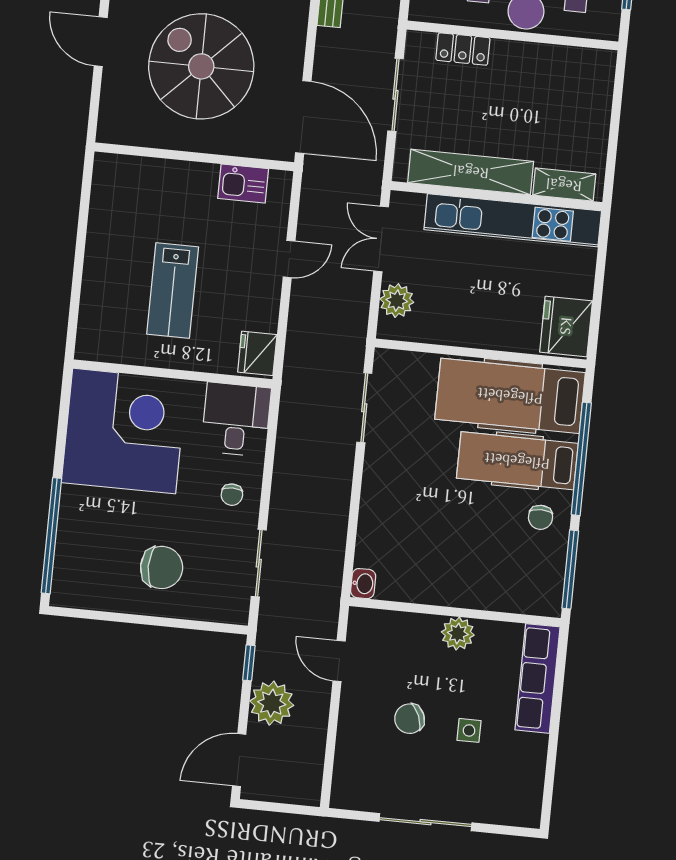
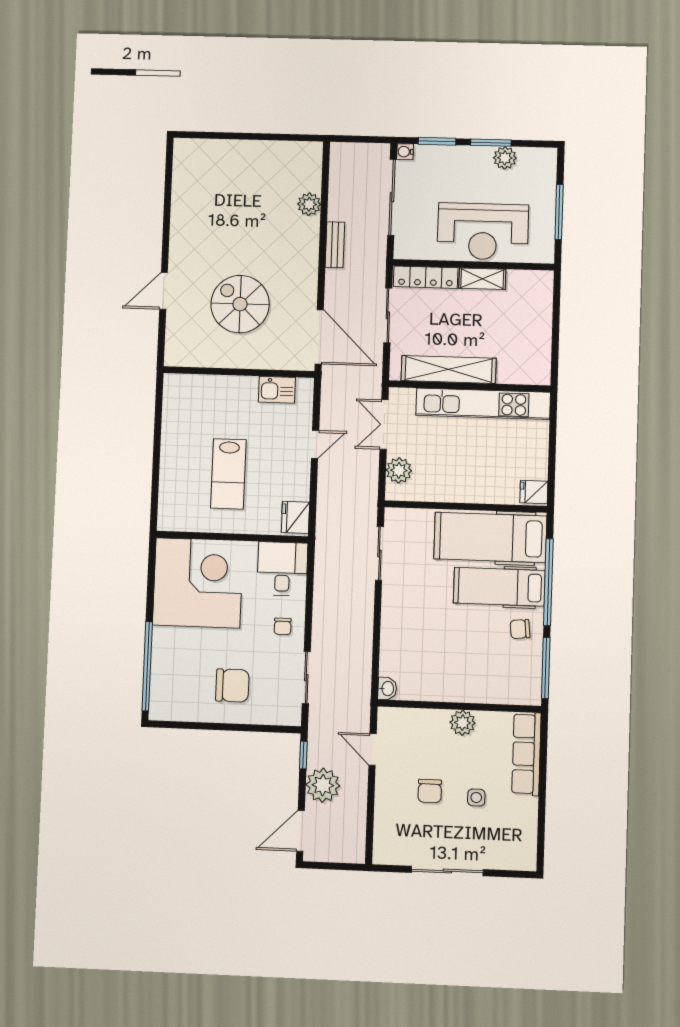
door: (101, 42) -> (164, 291), hinge flipped
locker: (463, 49) -> (426, 277), width x1.53
spiral stairs: (201, 66) -> (240, 304), width x0.73, depth x0.73
shelving: (564, 185) -> (482, 279), moved
fridge: (566, 326) -> (534, 492), width x0.53, depth x0.75
chair: (540, 517) -> (520, 629), turned 84
chair: (410, 719) -> (430, 791), turned -67

